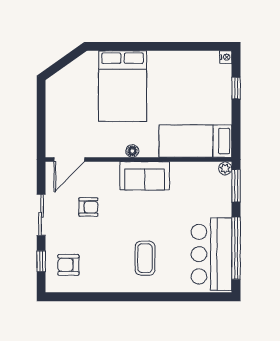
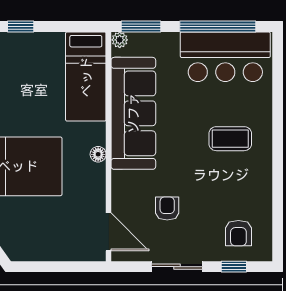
sofa: (145, 176) -> (133, 113), width x1.85, depth x1.27

